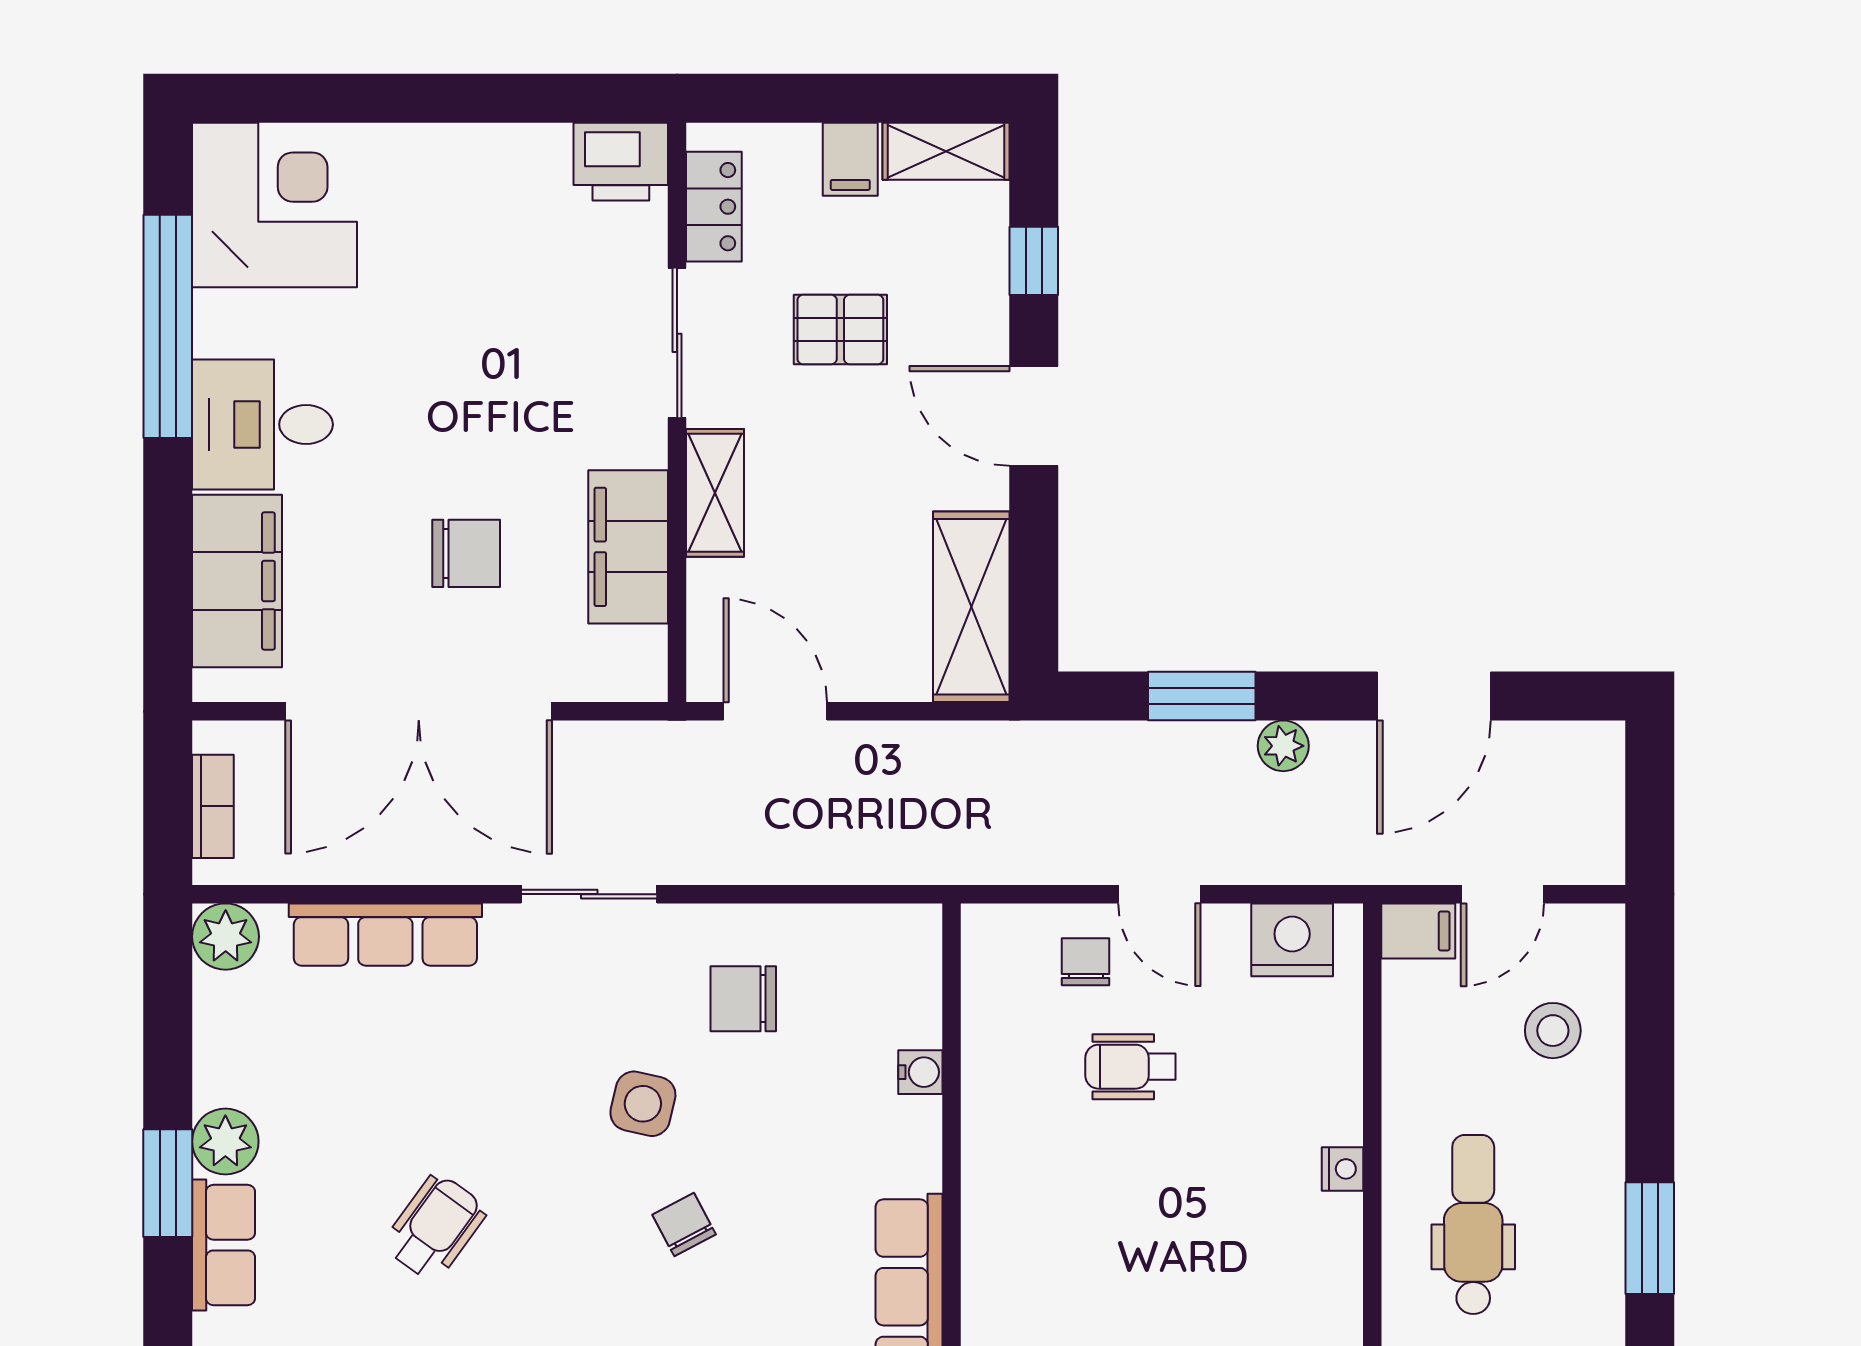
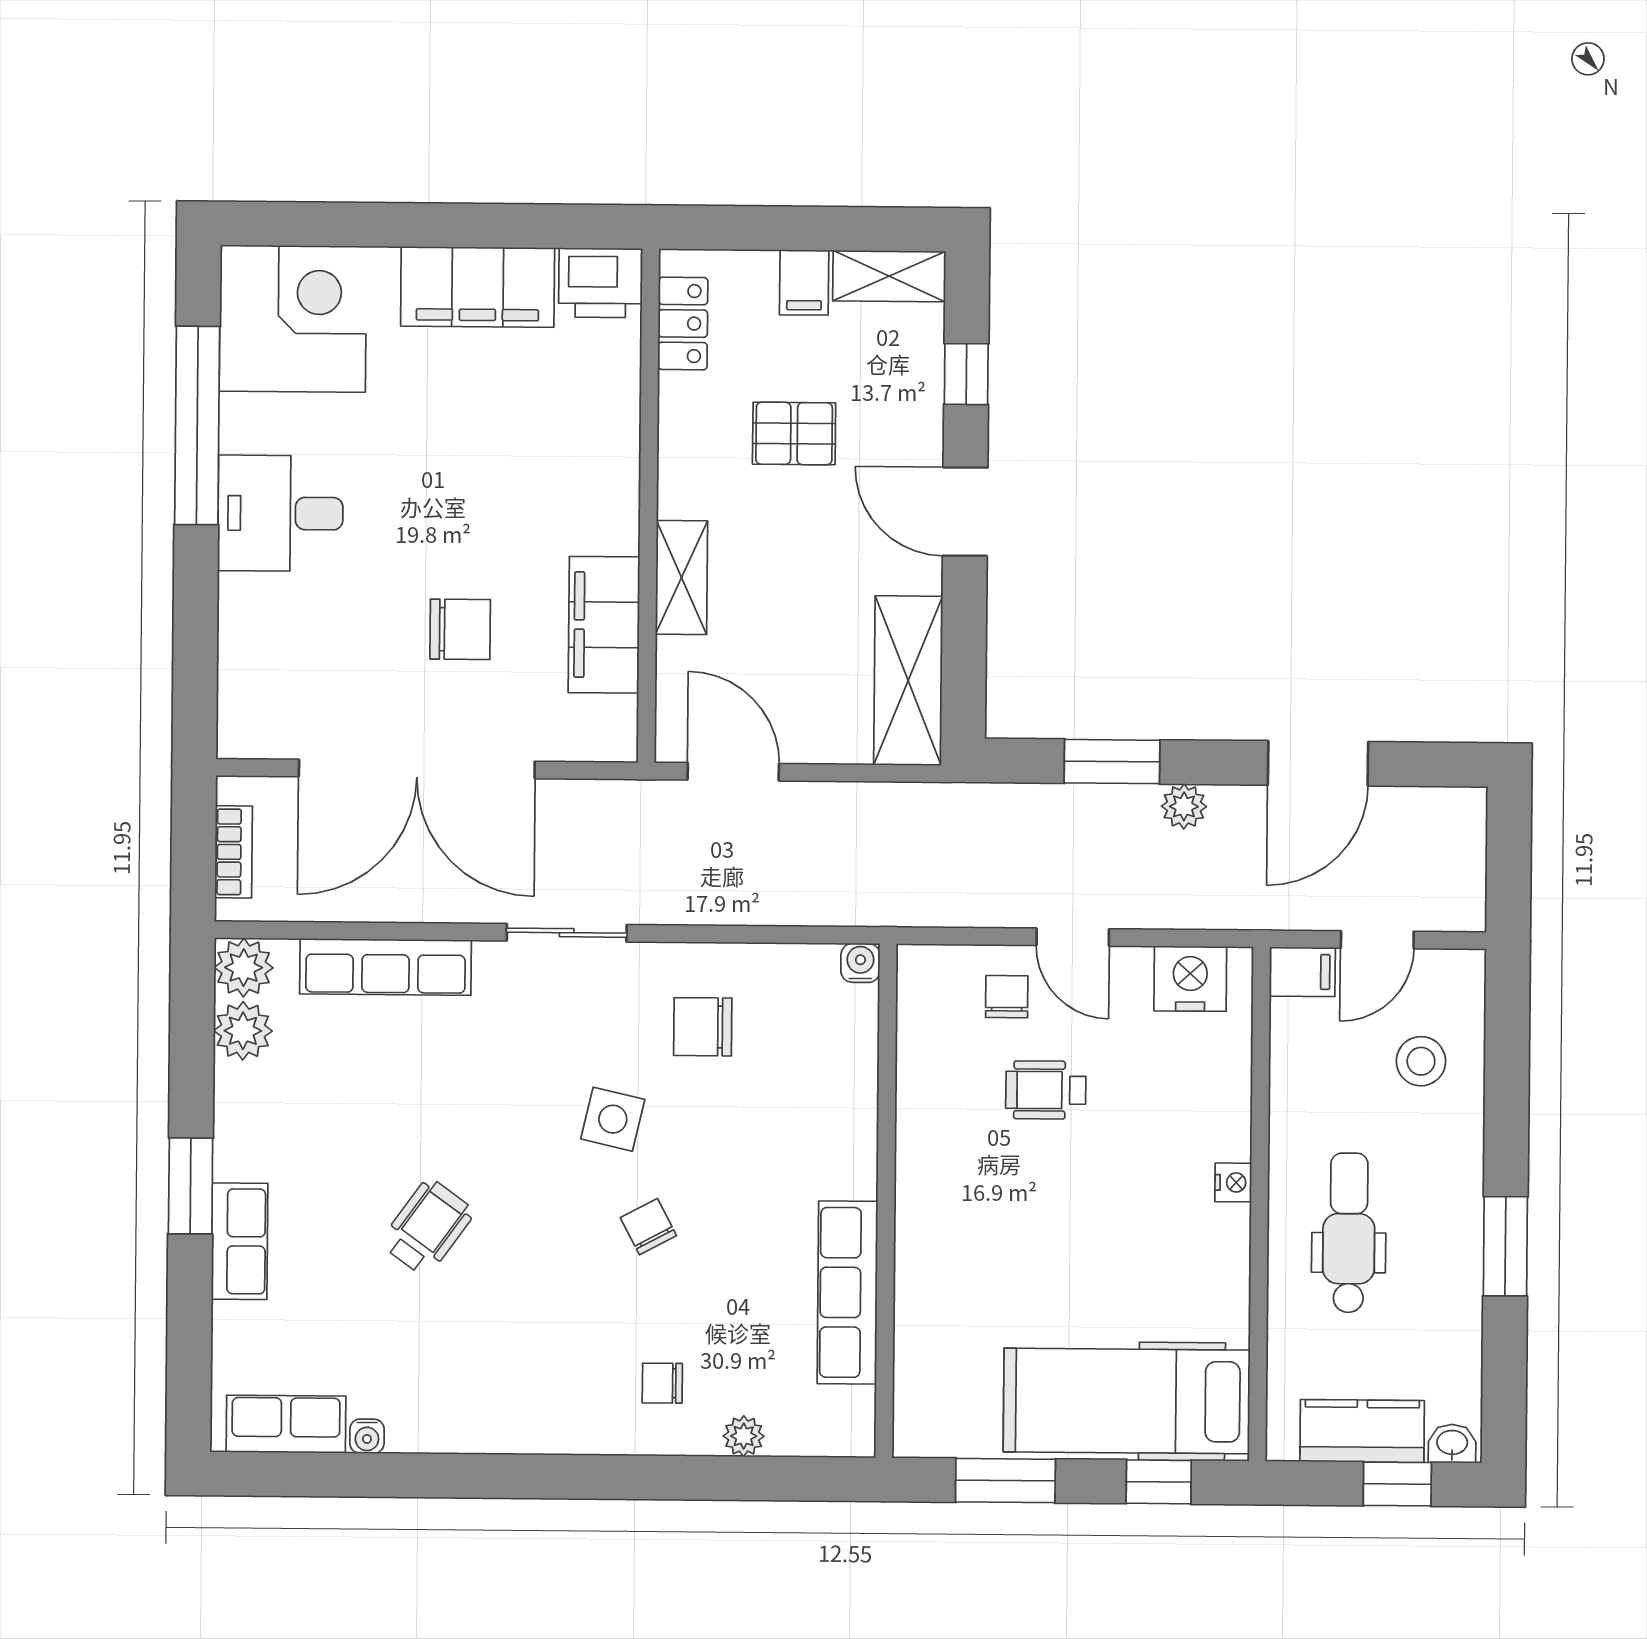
sliding door: (677, 343) -> (649, 444), removed
filing cabinet: (237, 581) -> (478, 287), moved, turned 90
water cooler: (920, 1072) -> (860, 963), moved, turned -90
plant: (225, 1142) -> (243, 1031), moved

